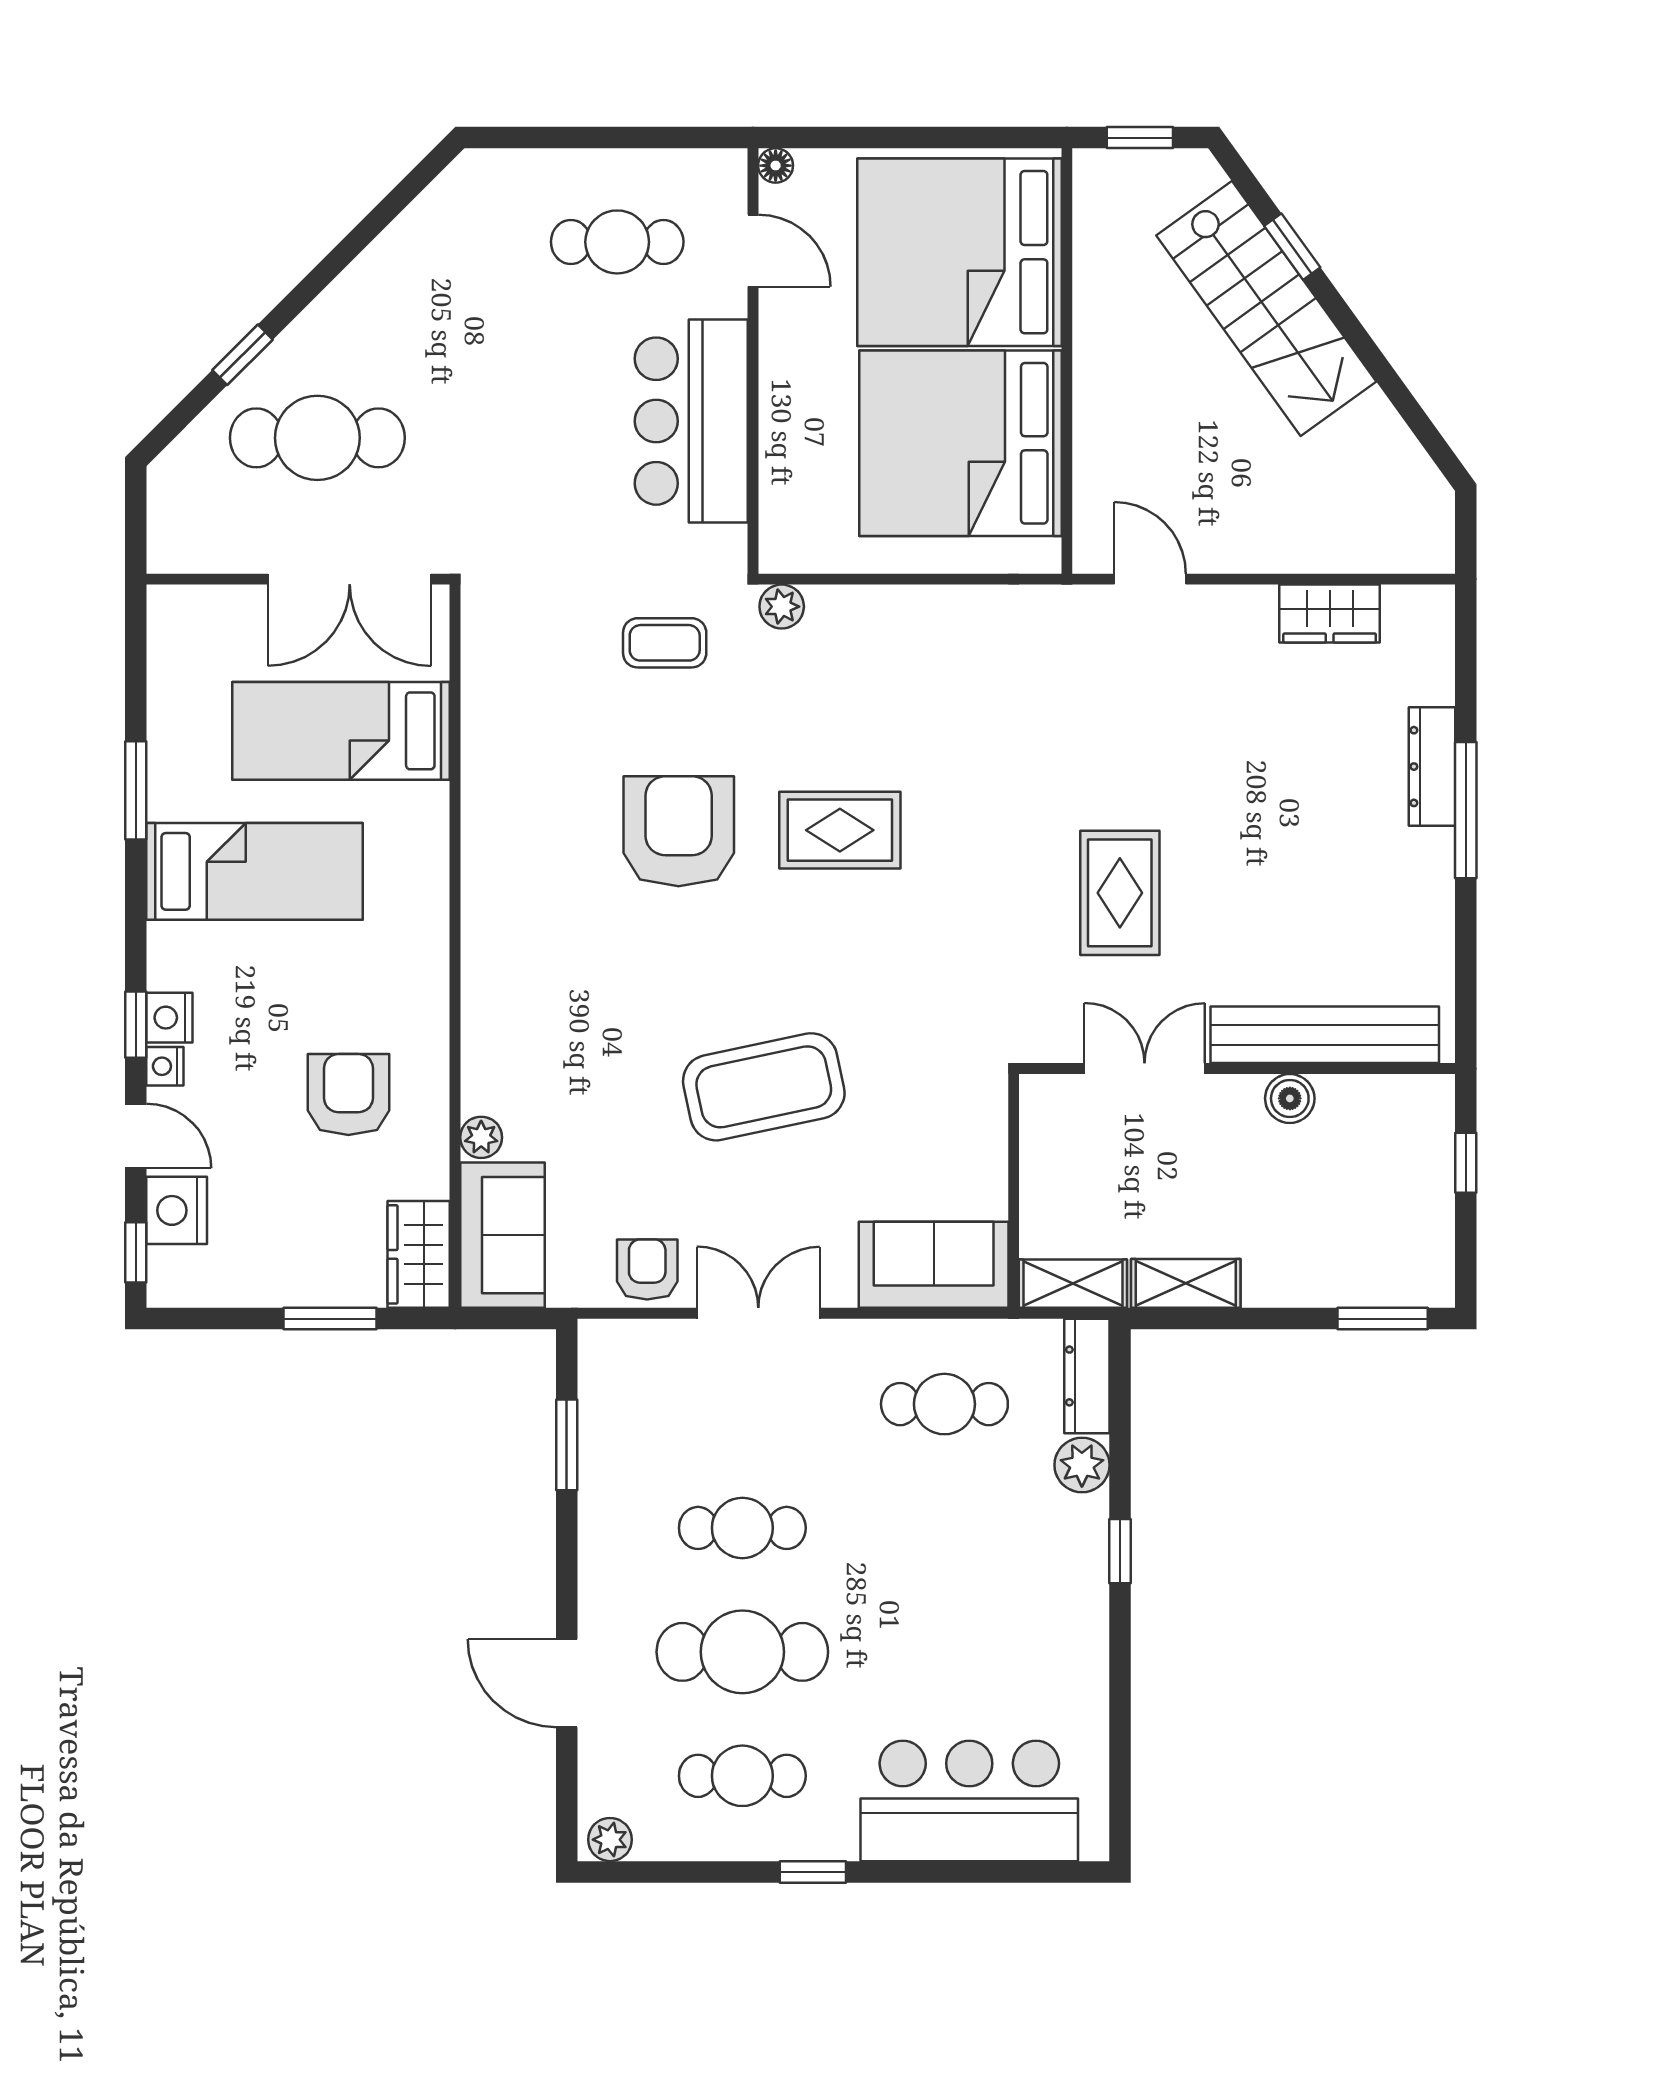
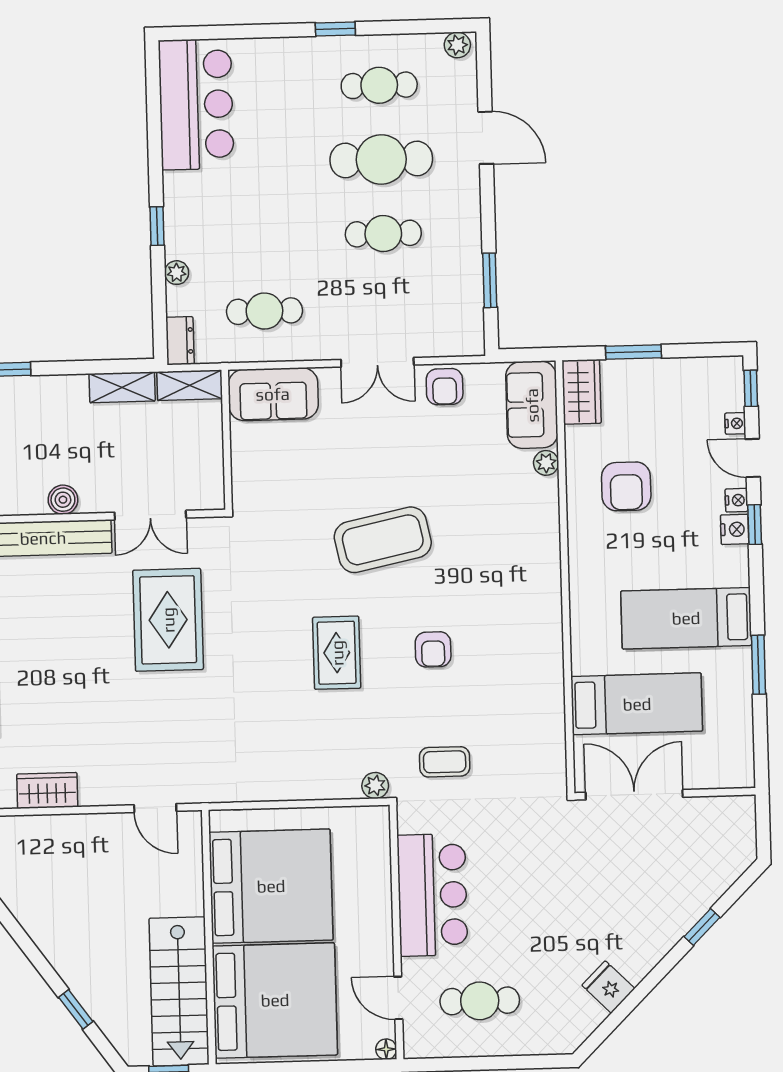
fridge: (402, 259) -> (608, 987), added
stairs: (1266, 308) -> (179, 991), moved, turned -144
cafe table: (317, 438) -> (656, 879), removed
rug: (840, 830) -> (337, 653), turned 90
armchair: (679, 831) -> (433, 649), width x0.53, depth x0.53
rug: (1120, 893) -> (168, 620), width x1.36, depth x1.43
coffee table: (764, 1087) -> (383, 540), moved
nightstand: (177, 1210) -> (735, 423), width x0.53, depth x0.56
dresser: (1087, 1376) -> (180, 341), width x0.70
plant: (1082, 1465) -> (177, 273), width x0.73, depth x0.73
bar counter: (969, 1801) -> (196, 104), moved, turned -90

